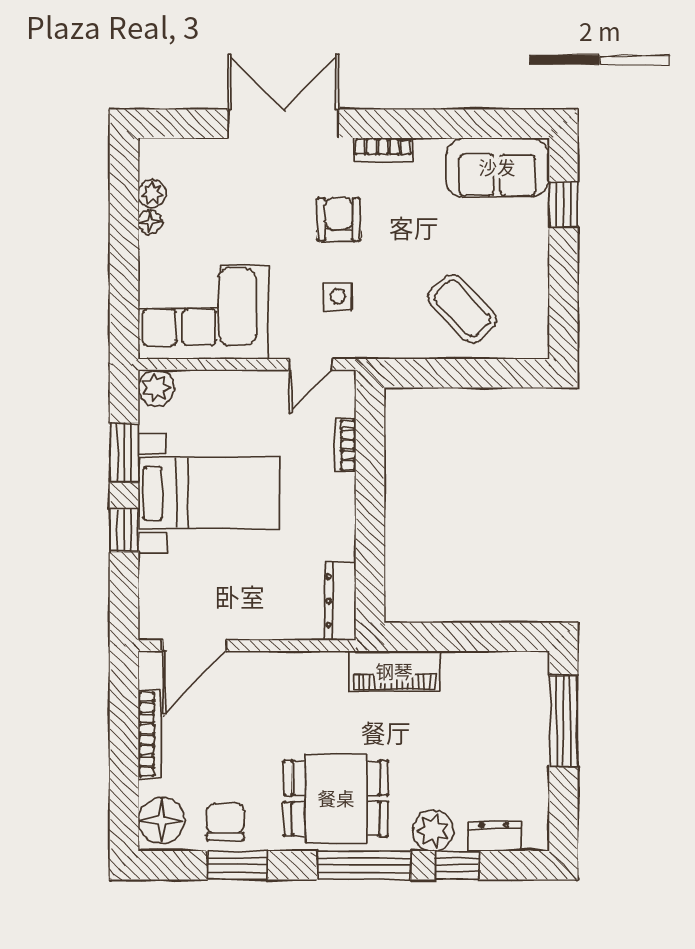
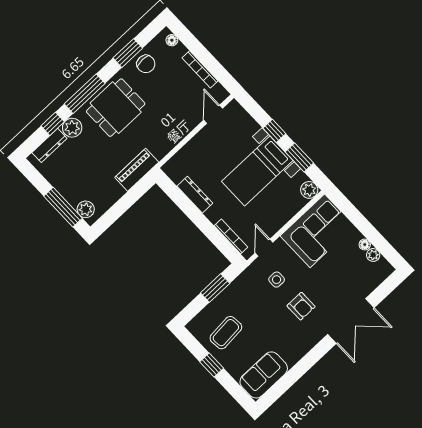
bookcase: (383, 150) -> (308, 344), removed
window: (563, 204) -> (212, 365), moved
coffee table: (462, 308) -> (226, 333), moved, turned -51
window: (446, 373) -> (215, 288), added
bookcase: (345, 445) -> (231, 236), width x1.56
dresser: (341, 601) -> (195, 195), moved
door: (195, 646) -> (213, 114), width x0.73
plant: (531, 684) -> (86, 209), added
floor lamp: (161, 821) -> (172, 40), width x0.53, depth x0.53
dresser: (494, 836) -> (49, 145), width x1.44

